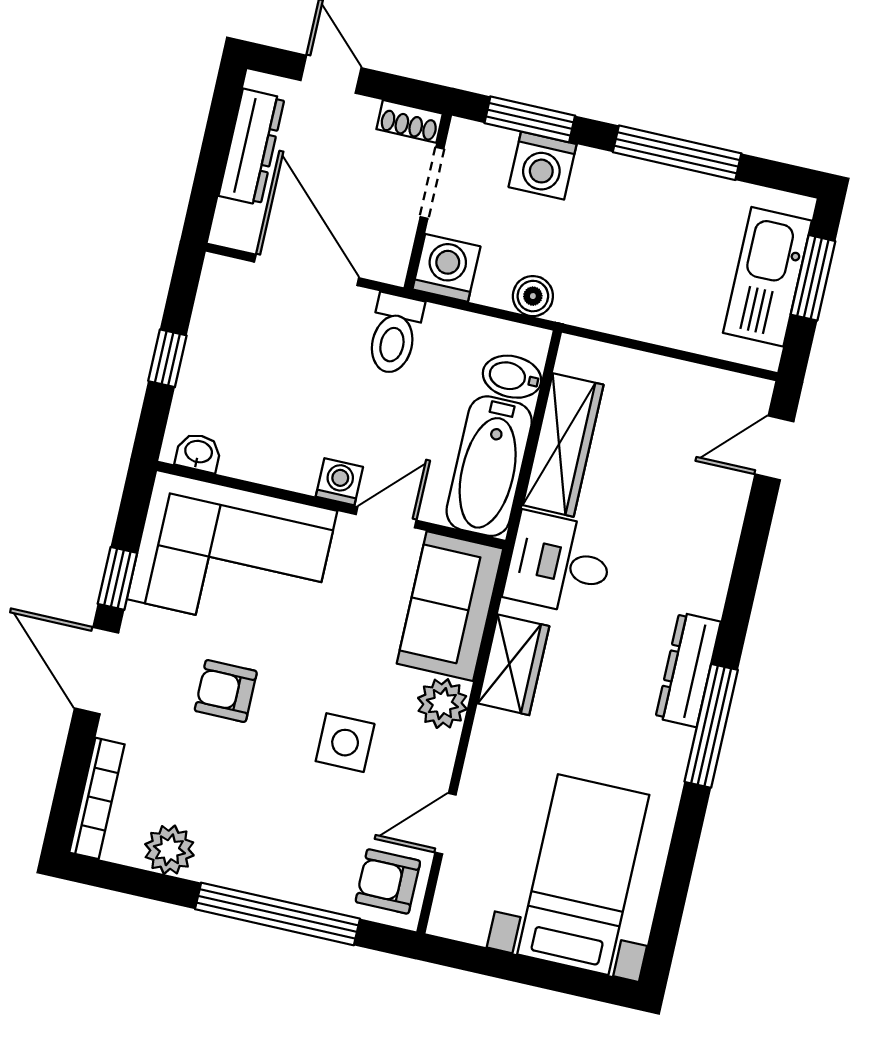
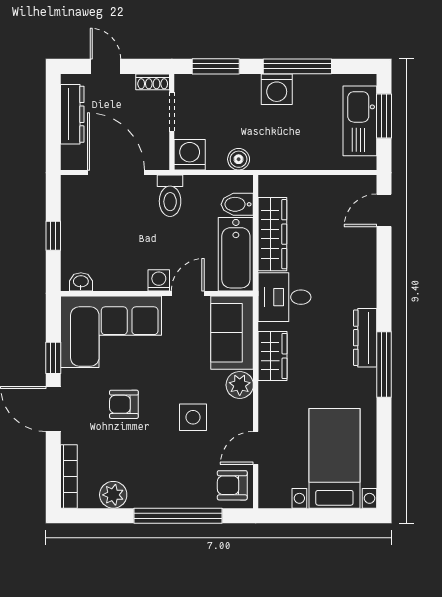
washing machine: (543, 166) -> (277, 89), moved

